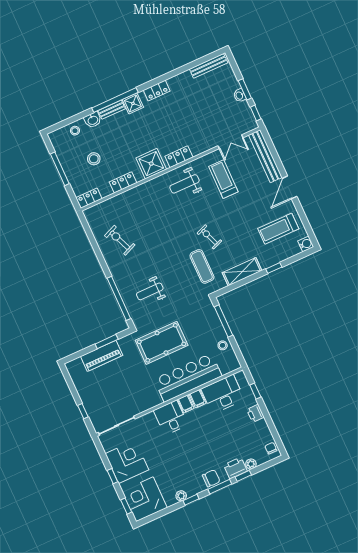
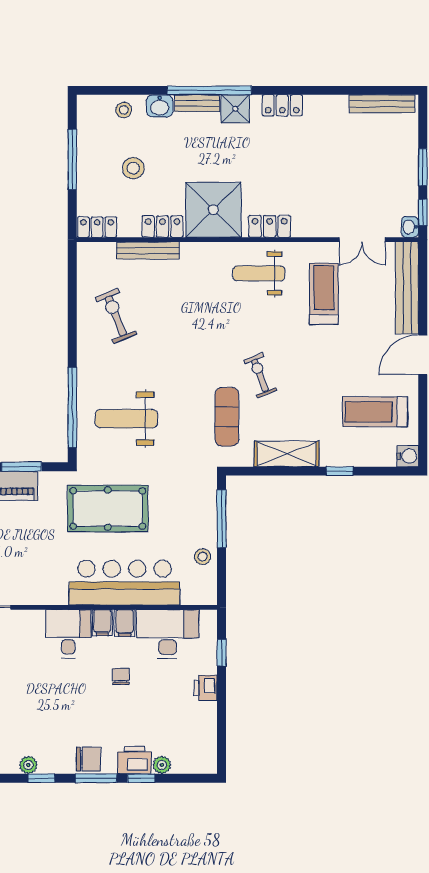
washbasin: (240, 96) -> (410, 227), moved
shower: (151, 164) -> (213, 210), width x1.37, depth x1.37
bench: (121, 198) -> (148, 251), added
weight bench: (150, 291) -> (126, 419), width x1.36, depth x1.33
chair: (271, 448) -> (121, 676), moved

